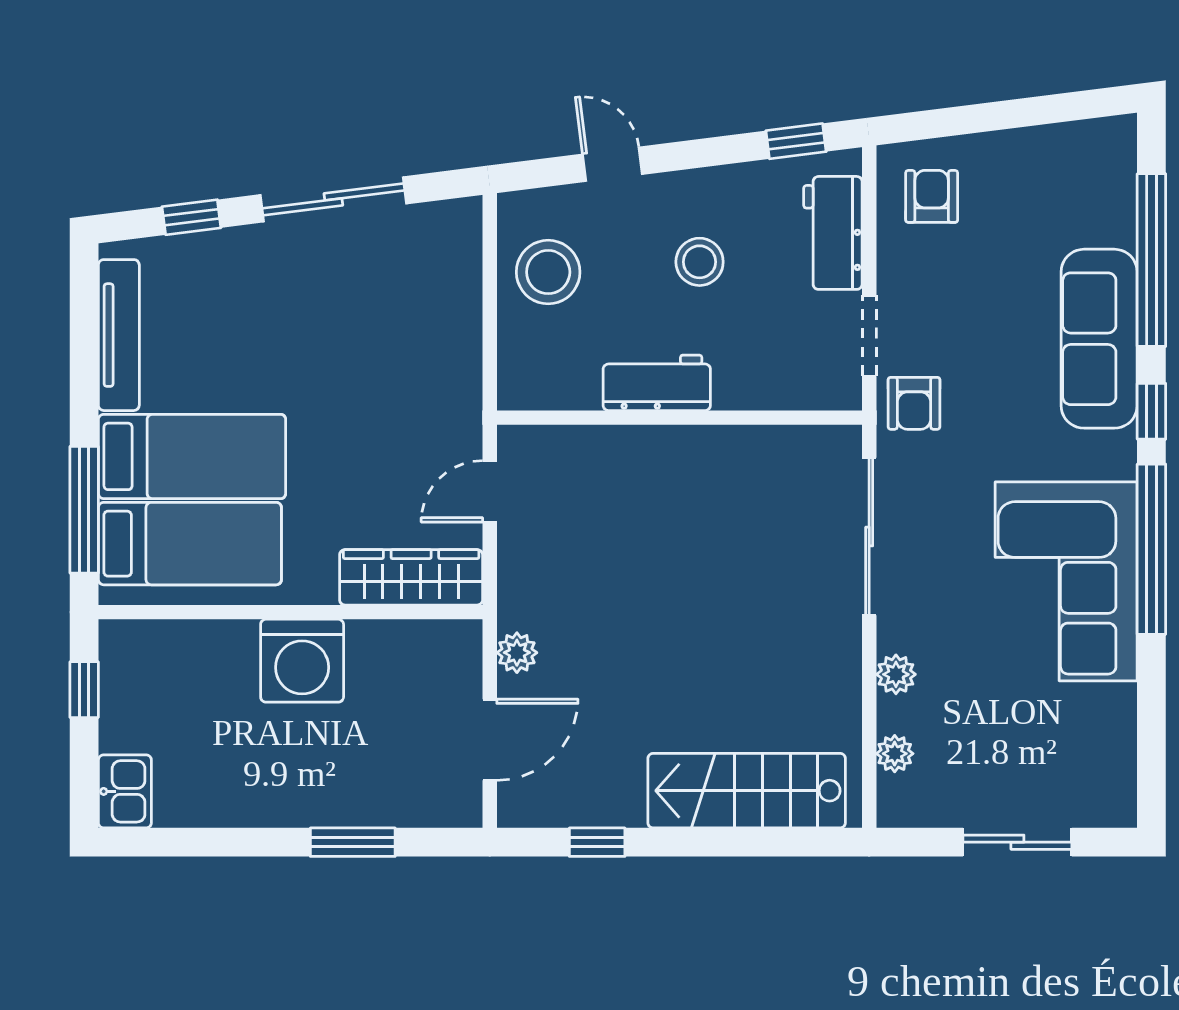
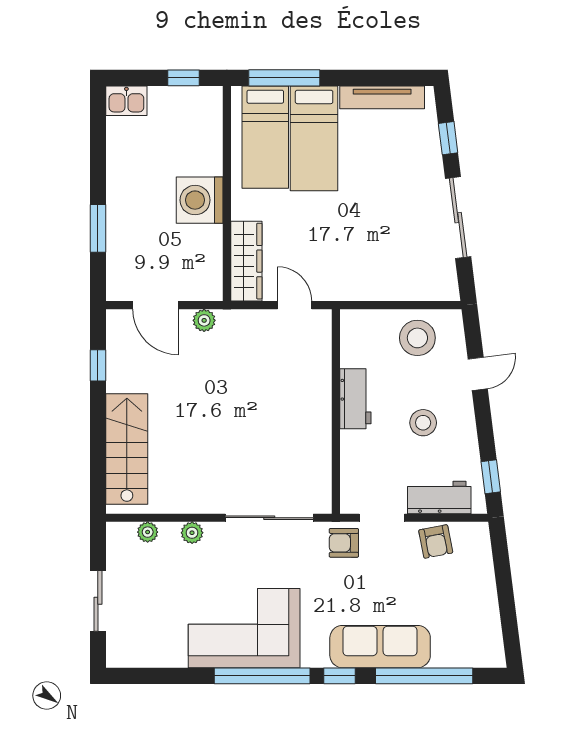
armchair: (932, 196) -> (436, 541), moved, turned 79

